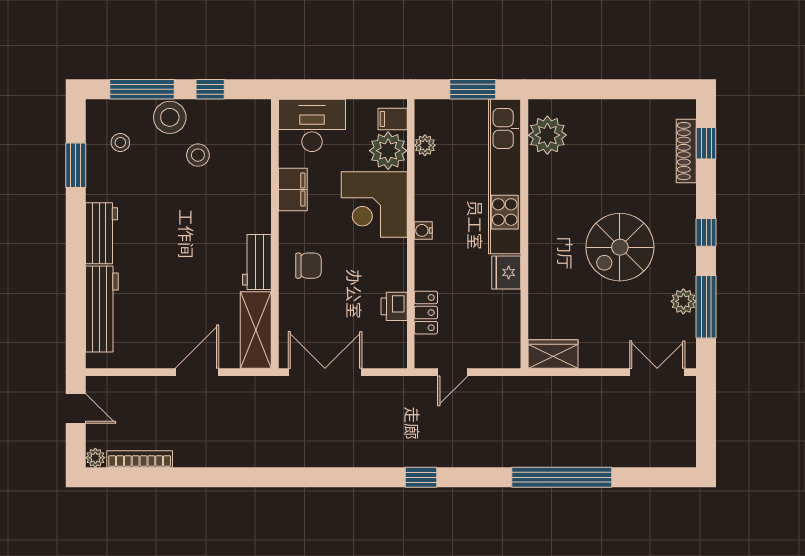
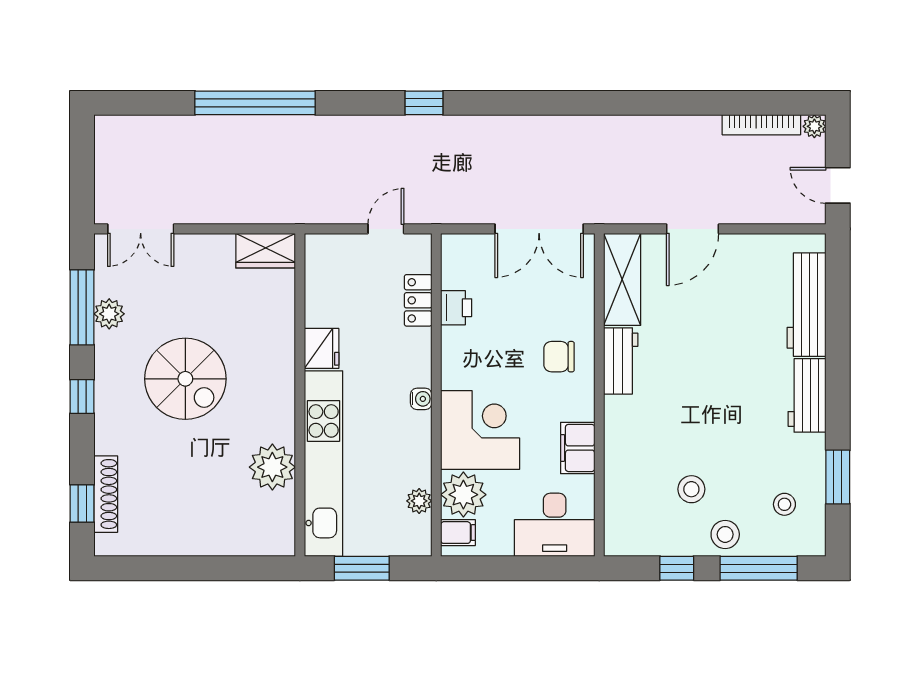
stool: (170, 117) -> (725, 534), width x0.73, depth x0.73
plant: (547, 135) -> (272, 467), moved
spiral stairs: (620, 247) -> (185, 379), turned 90

